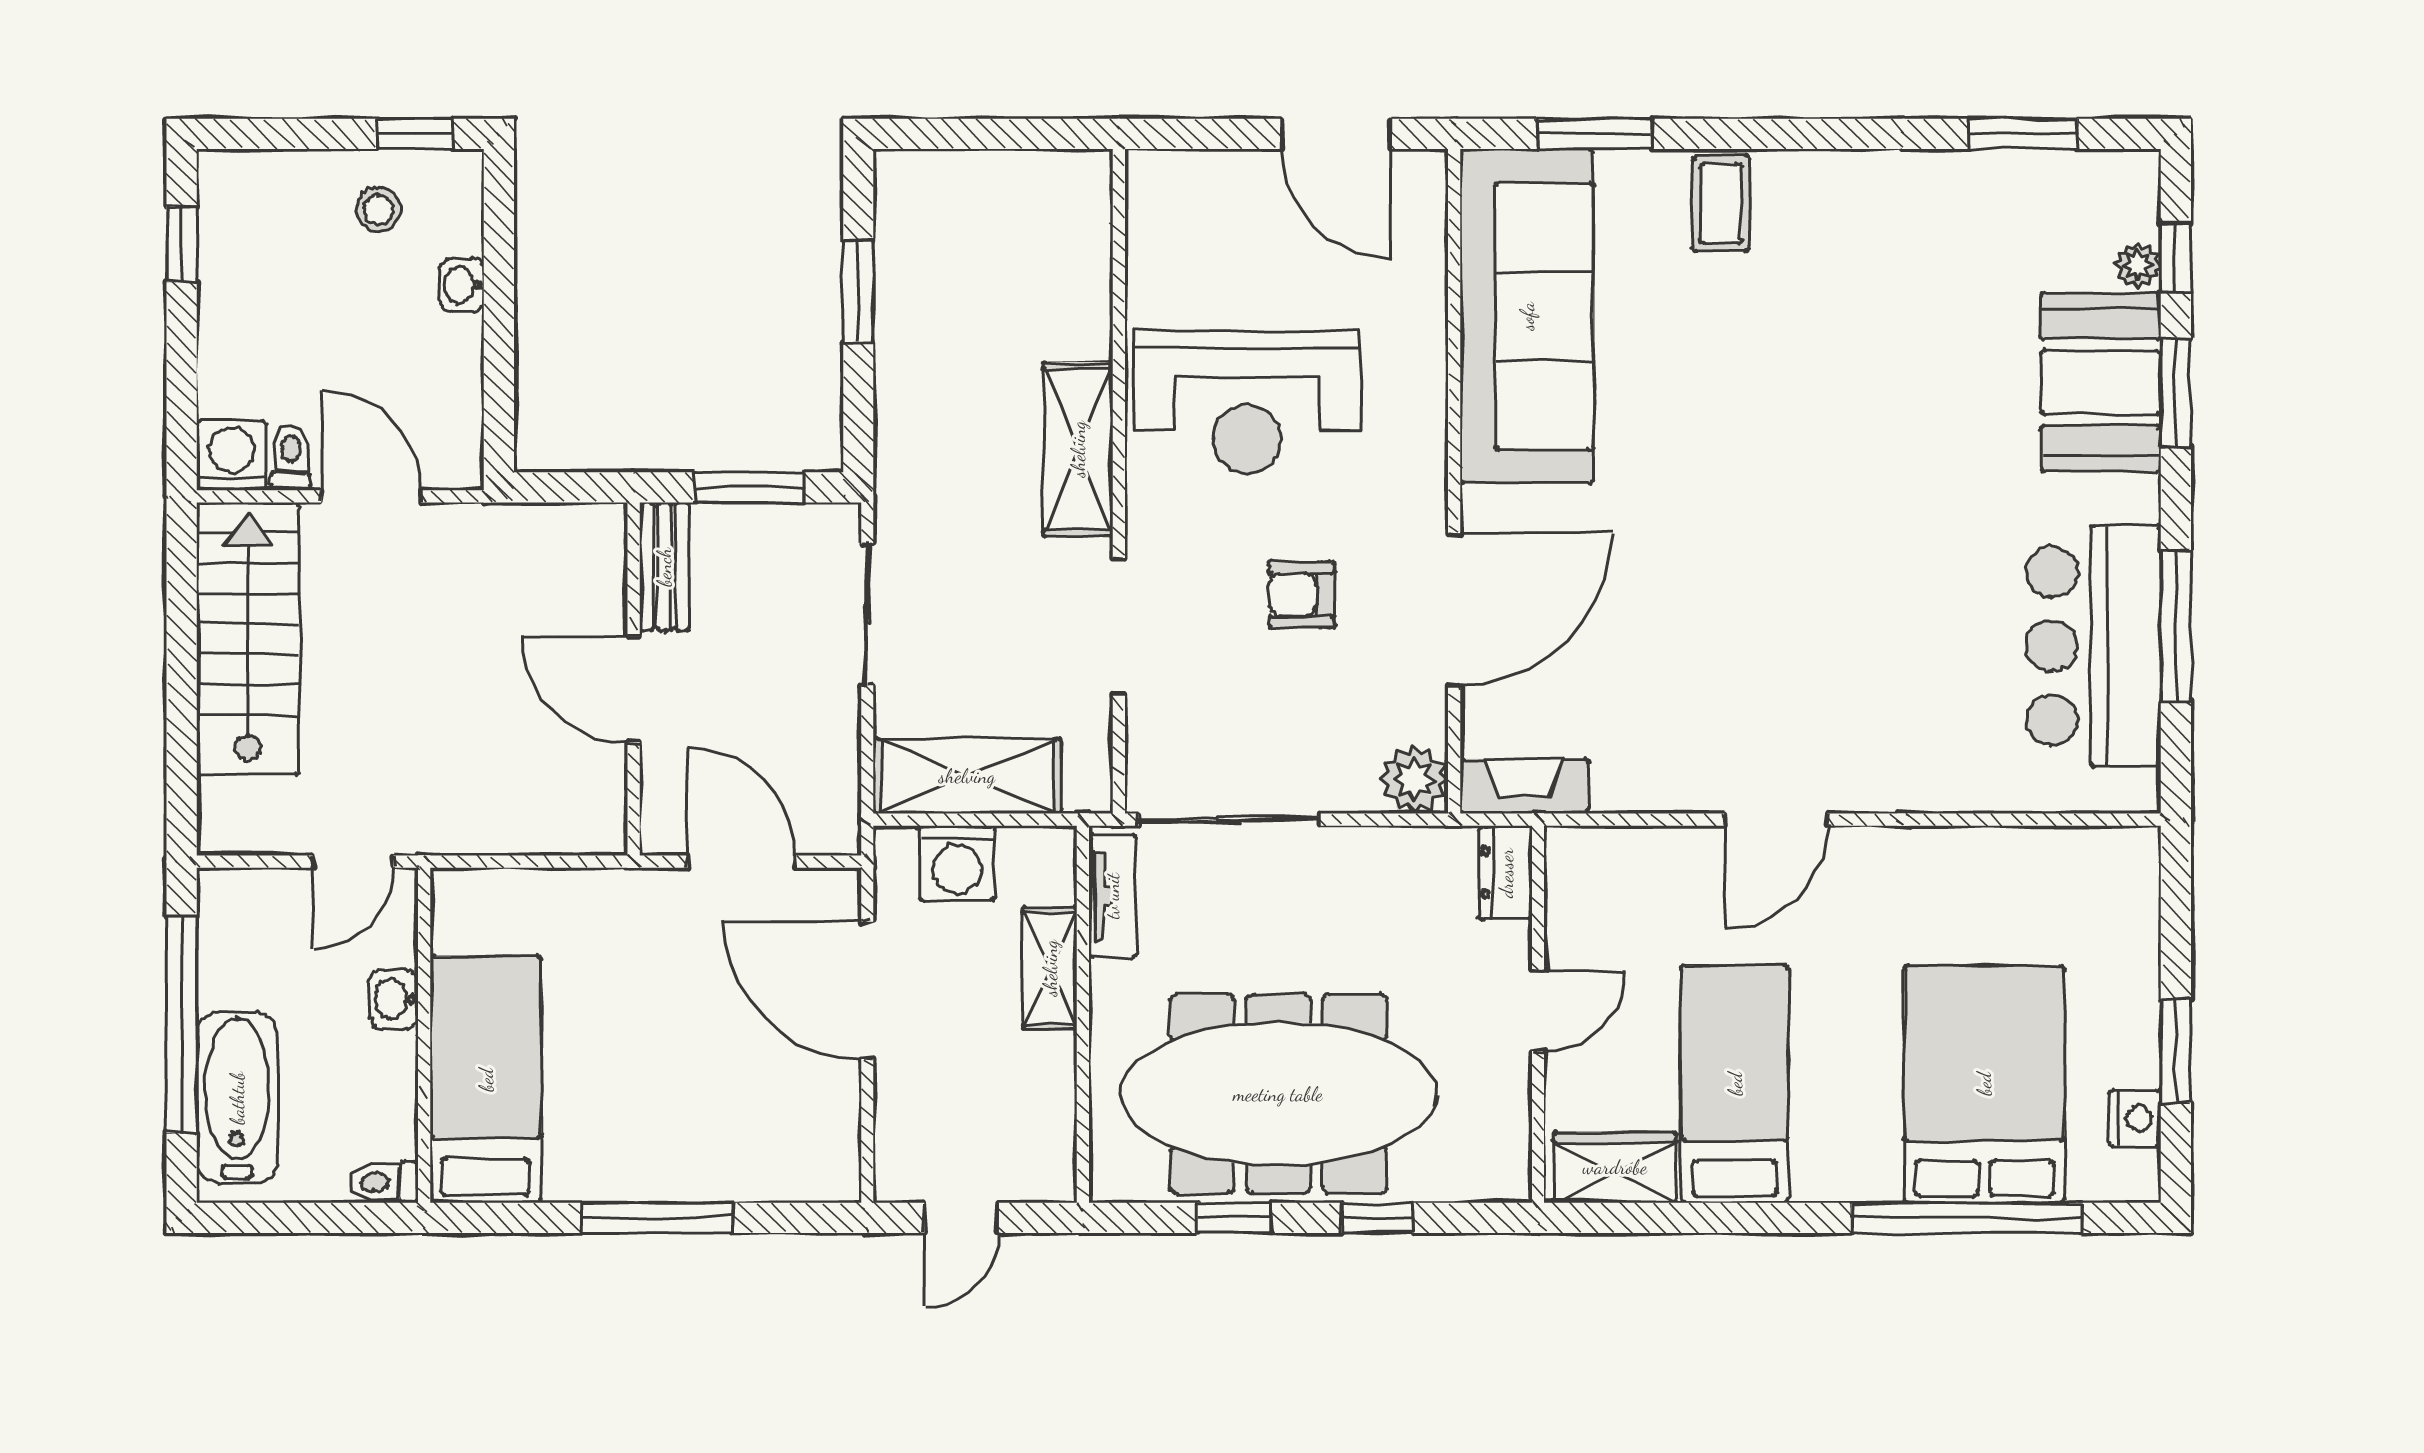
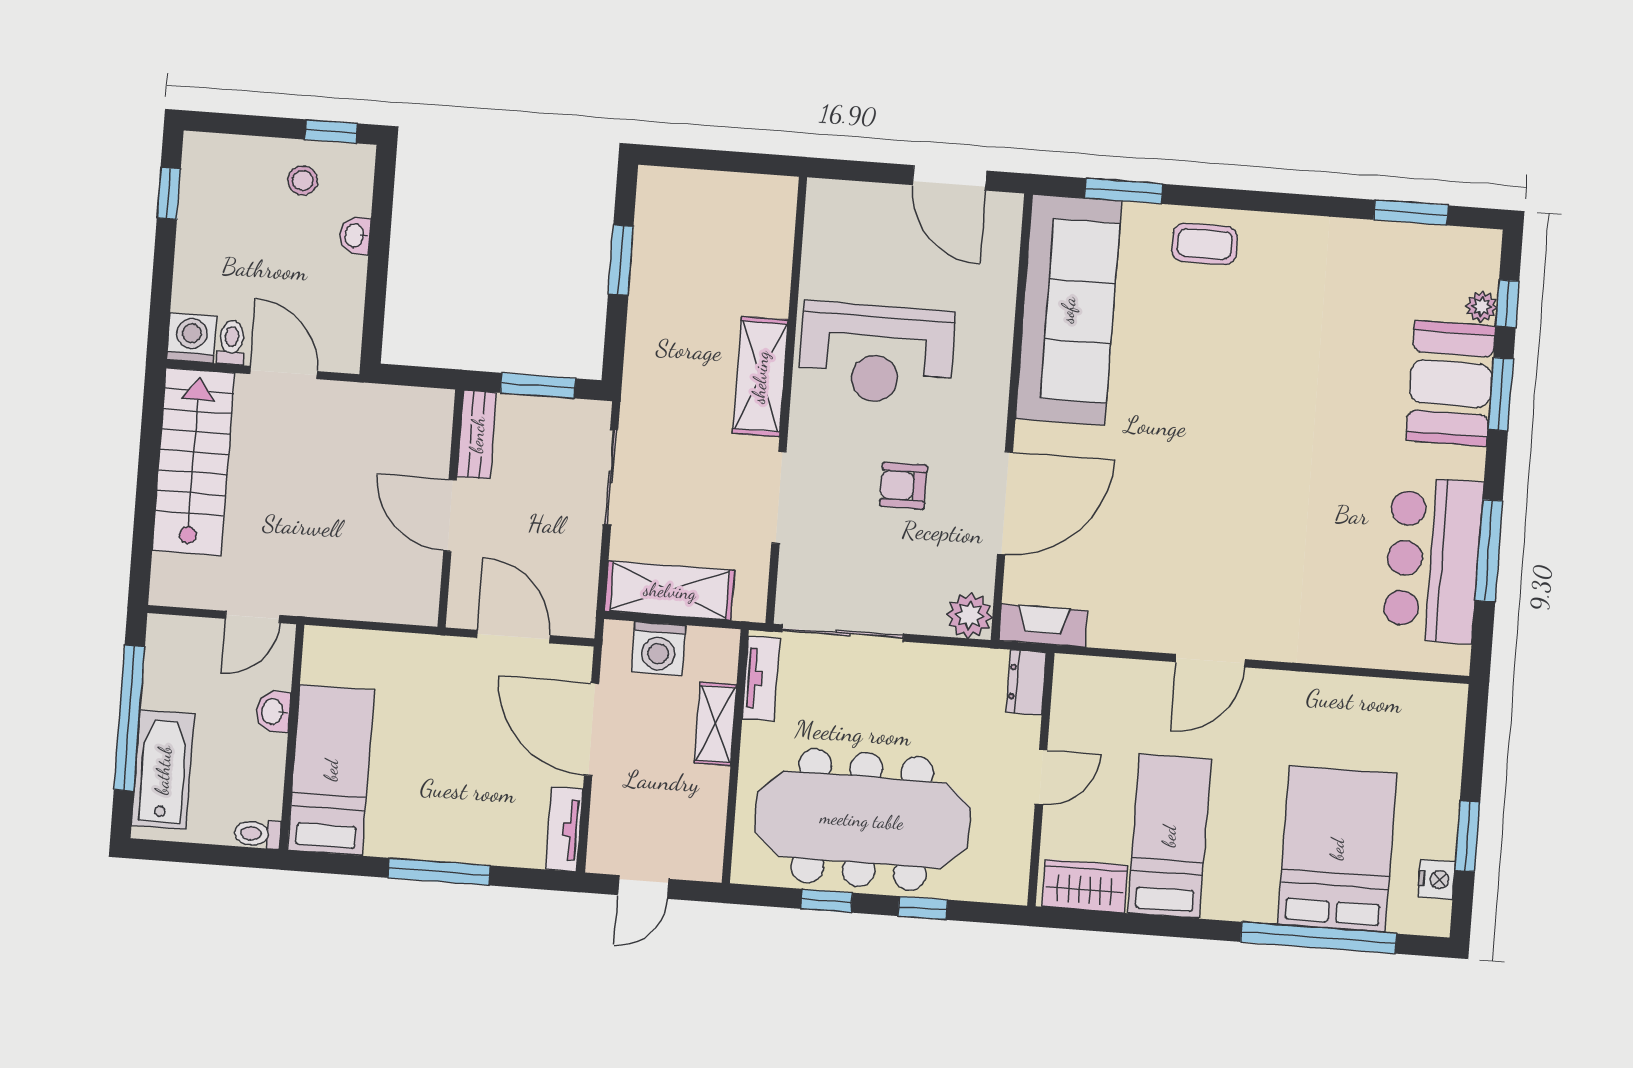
coffee table: (1721, 203) -> (1205, 244), turned 90
tv unit: (838, 1141) -> (564, 829), added

